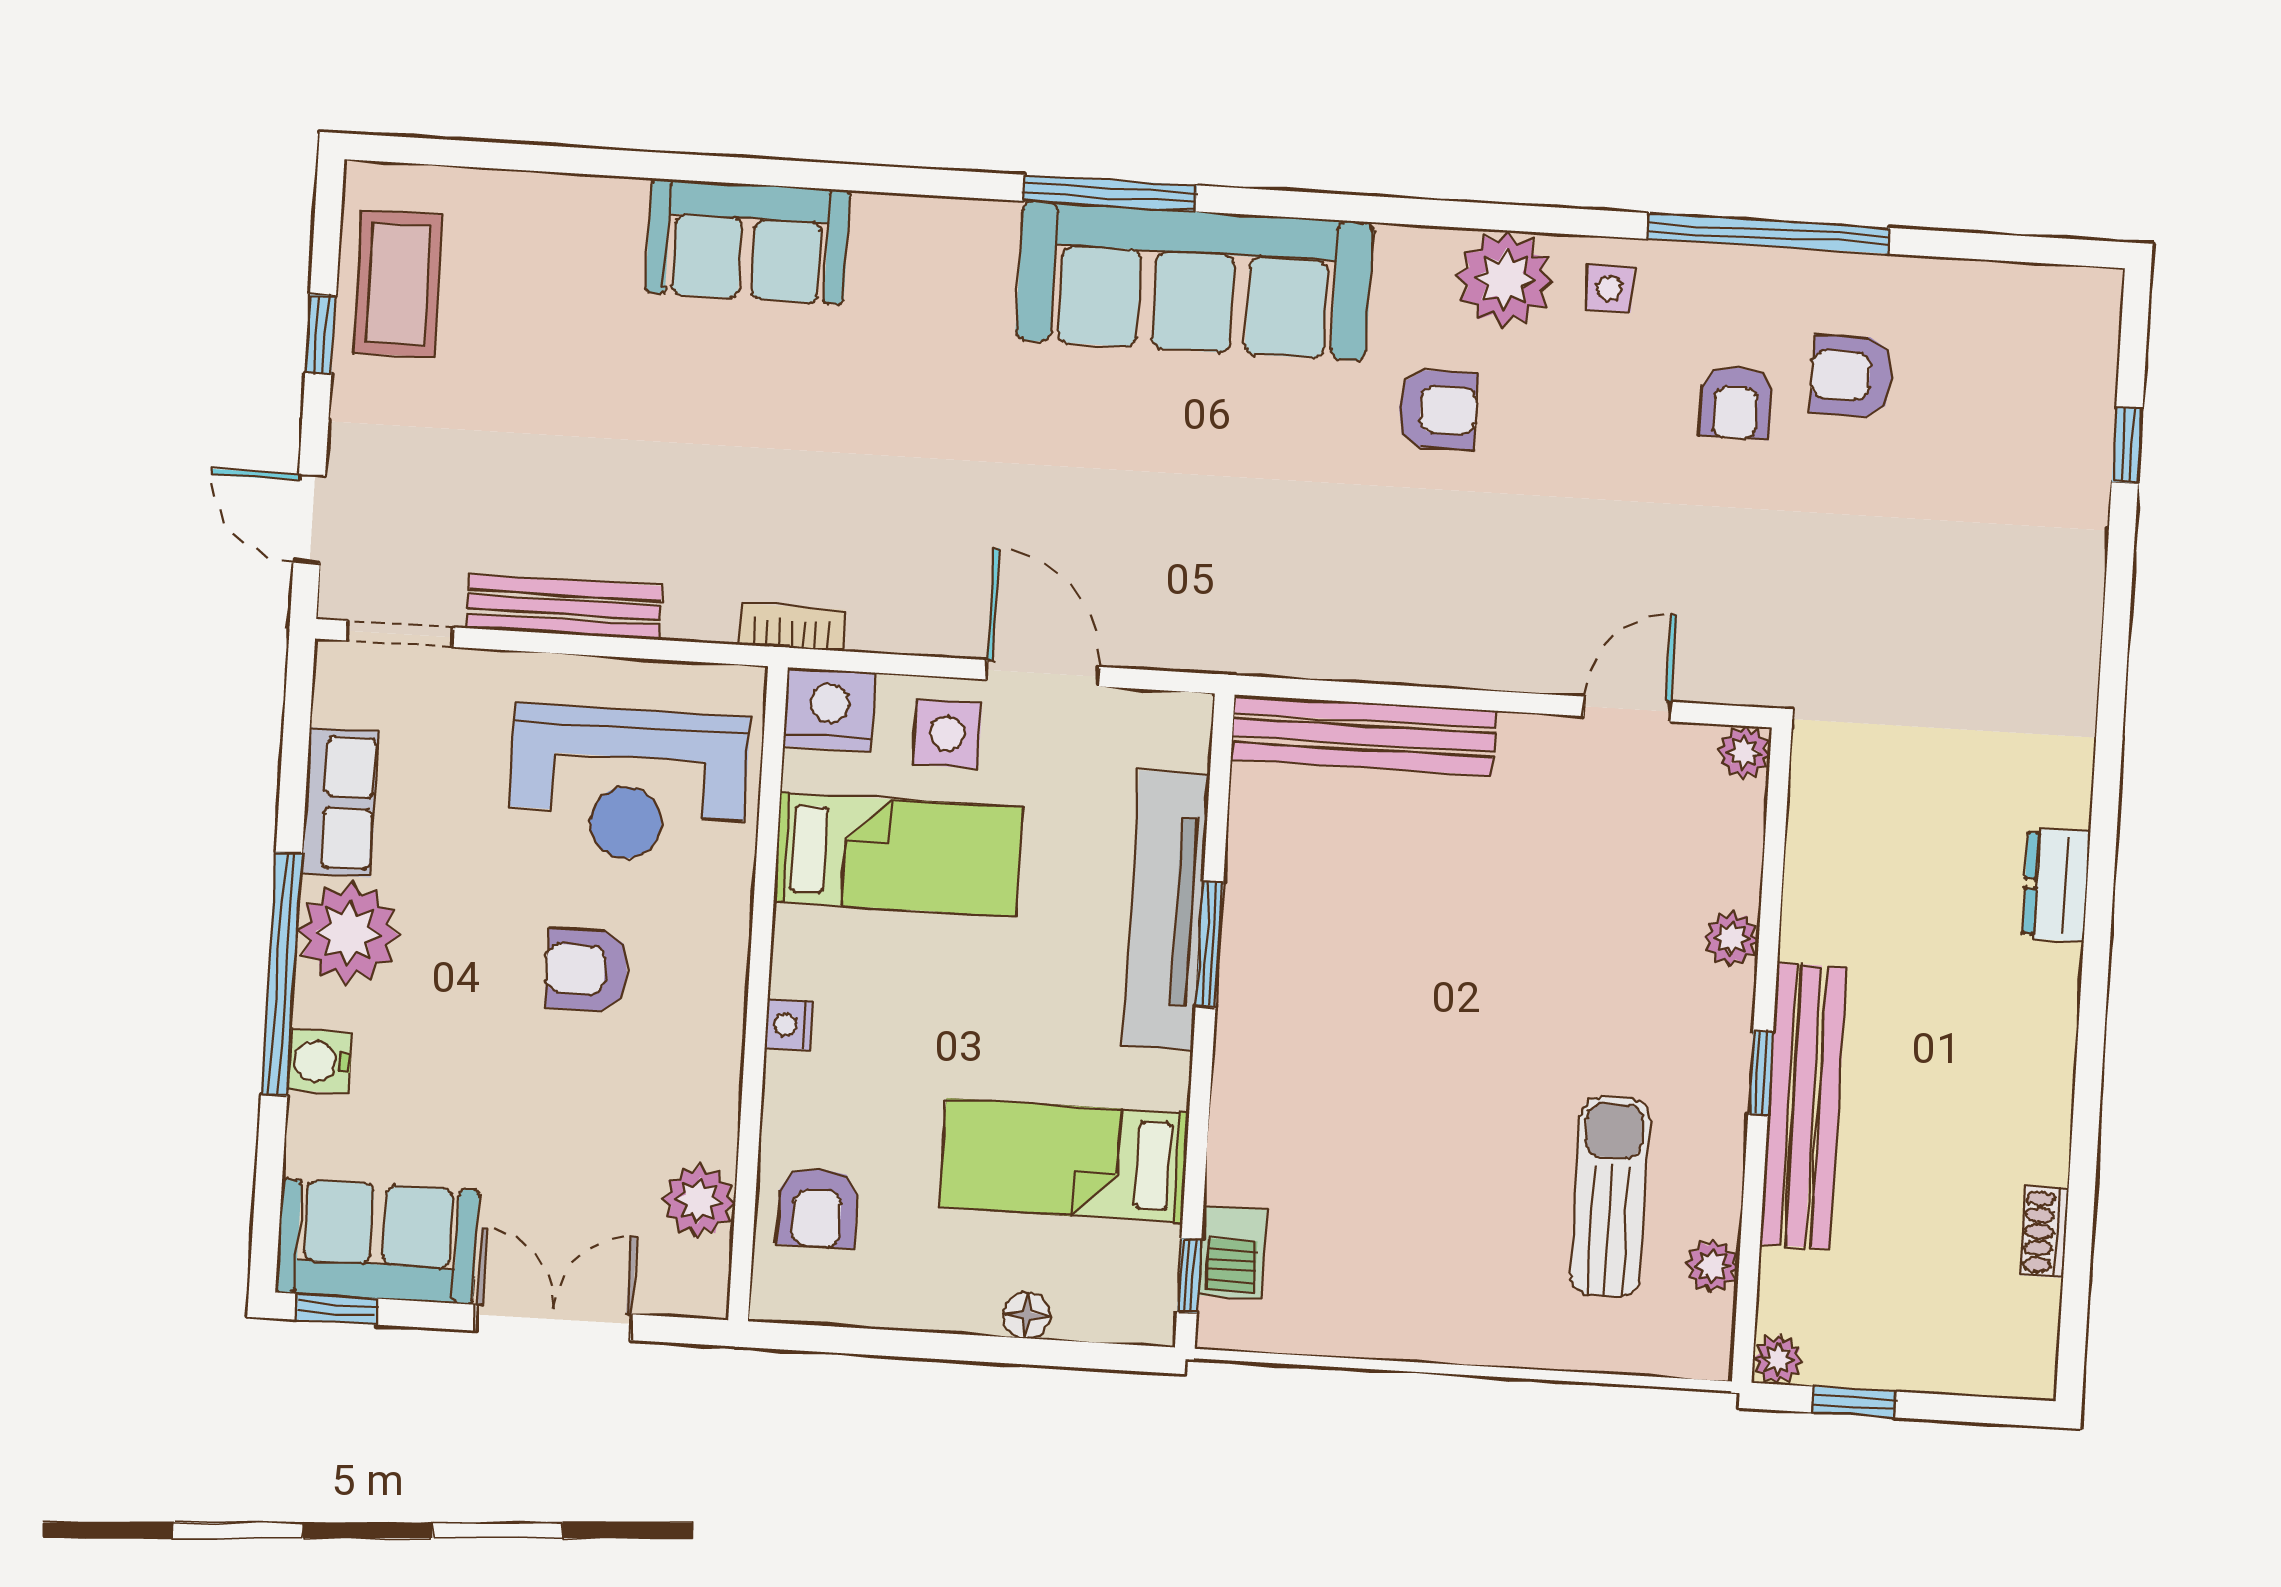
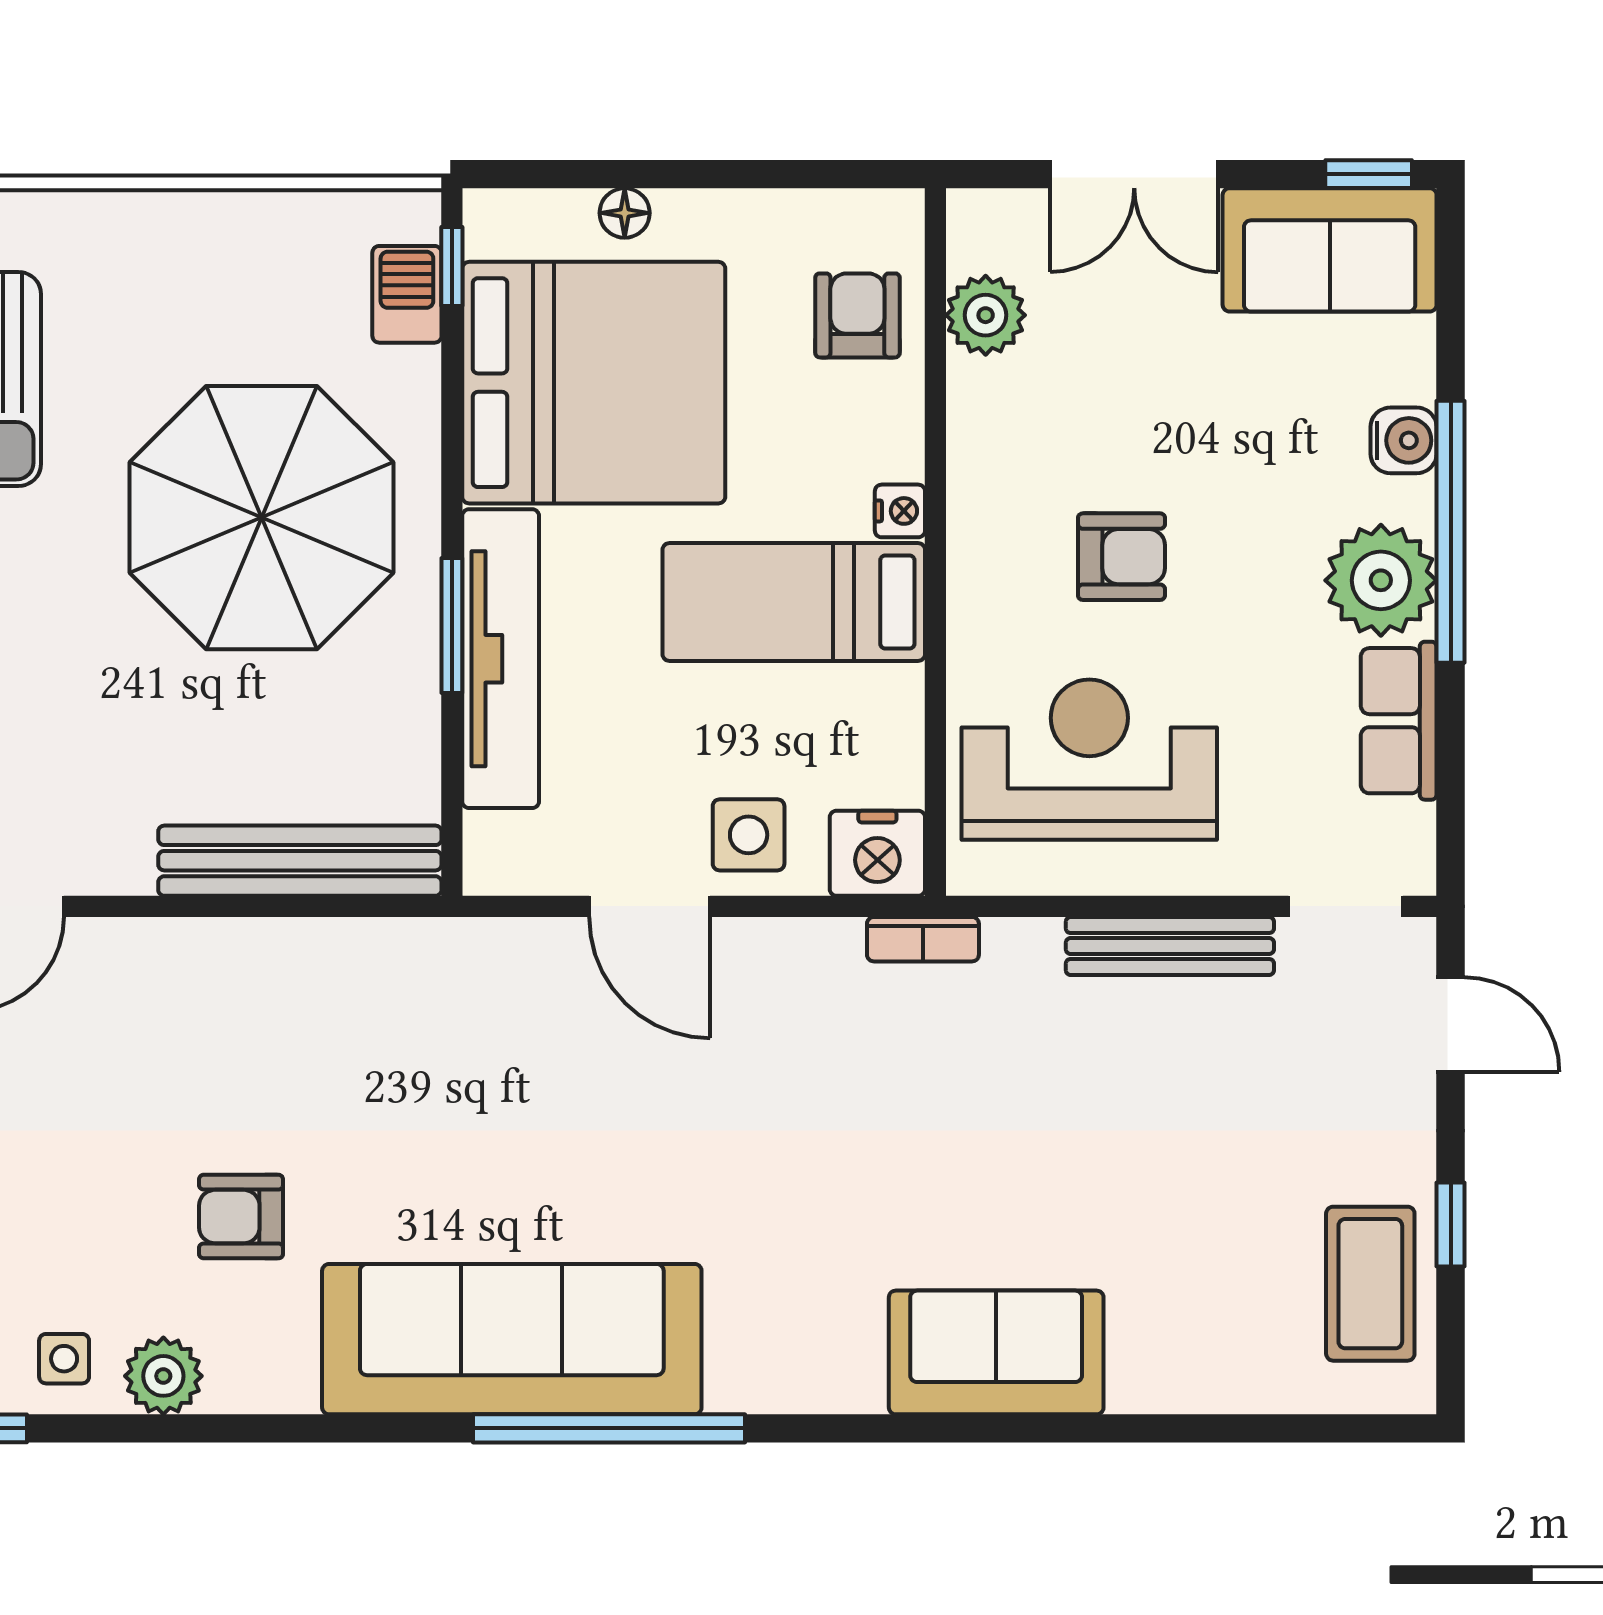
window: (1110, 193) -> (609, 1428), width x1.46
plant: (1505, 279) -> (163, 1376), width x0.73, depth x0.73
bed: (898, 854) -> (794, 602), moved
parasol: (1379, 1054) -> (262, 518), added
bed: (1065, 1160) -> (594, 383), width x2.04

